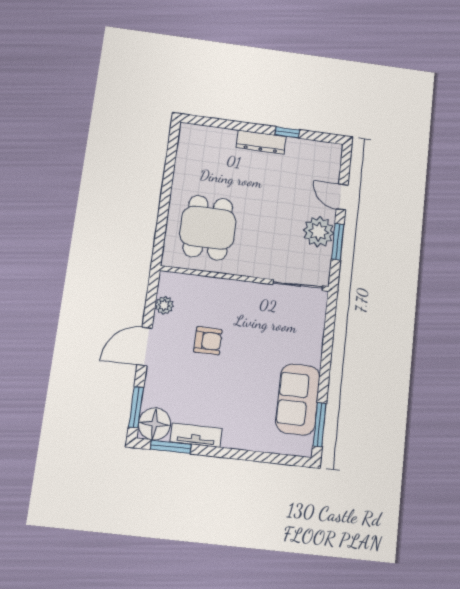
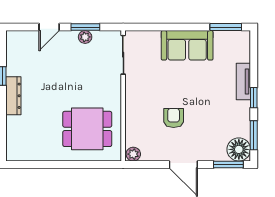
plant: (319, 232) -> (85, 37), width x0.53, depth x0.53
plant: (164, 305) -> (133, 154), moved
sofa: (298, 399) -> (187, 45), moved
tv unit: (196, 435) -> (243, 81), moved
window: (222, 452) -> (254, 98), added

